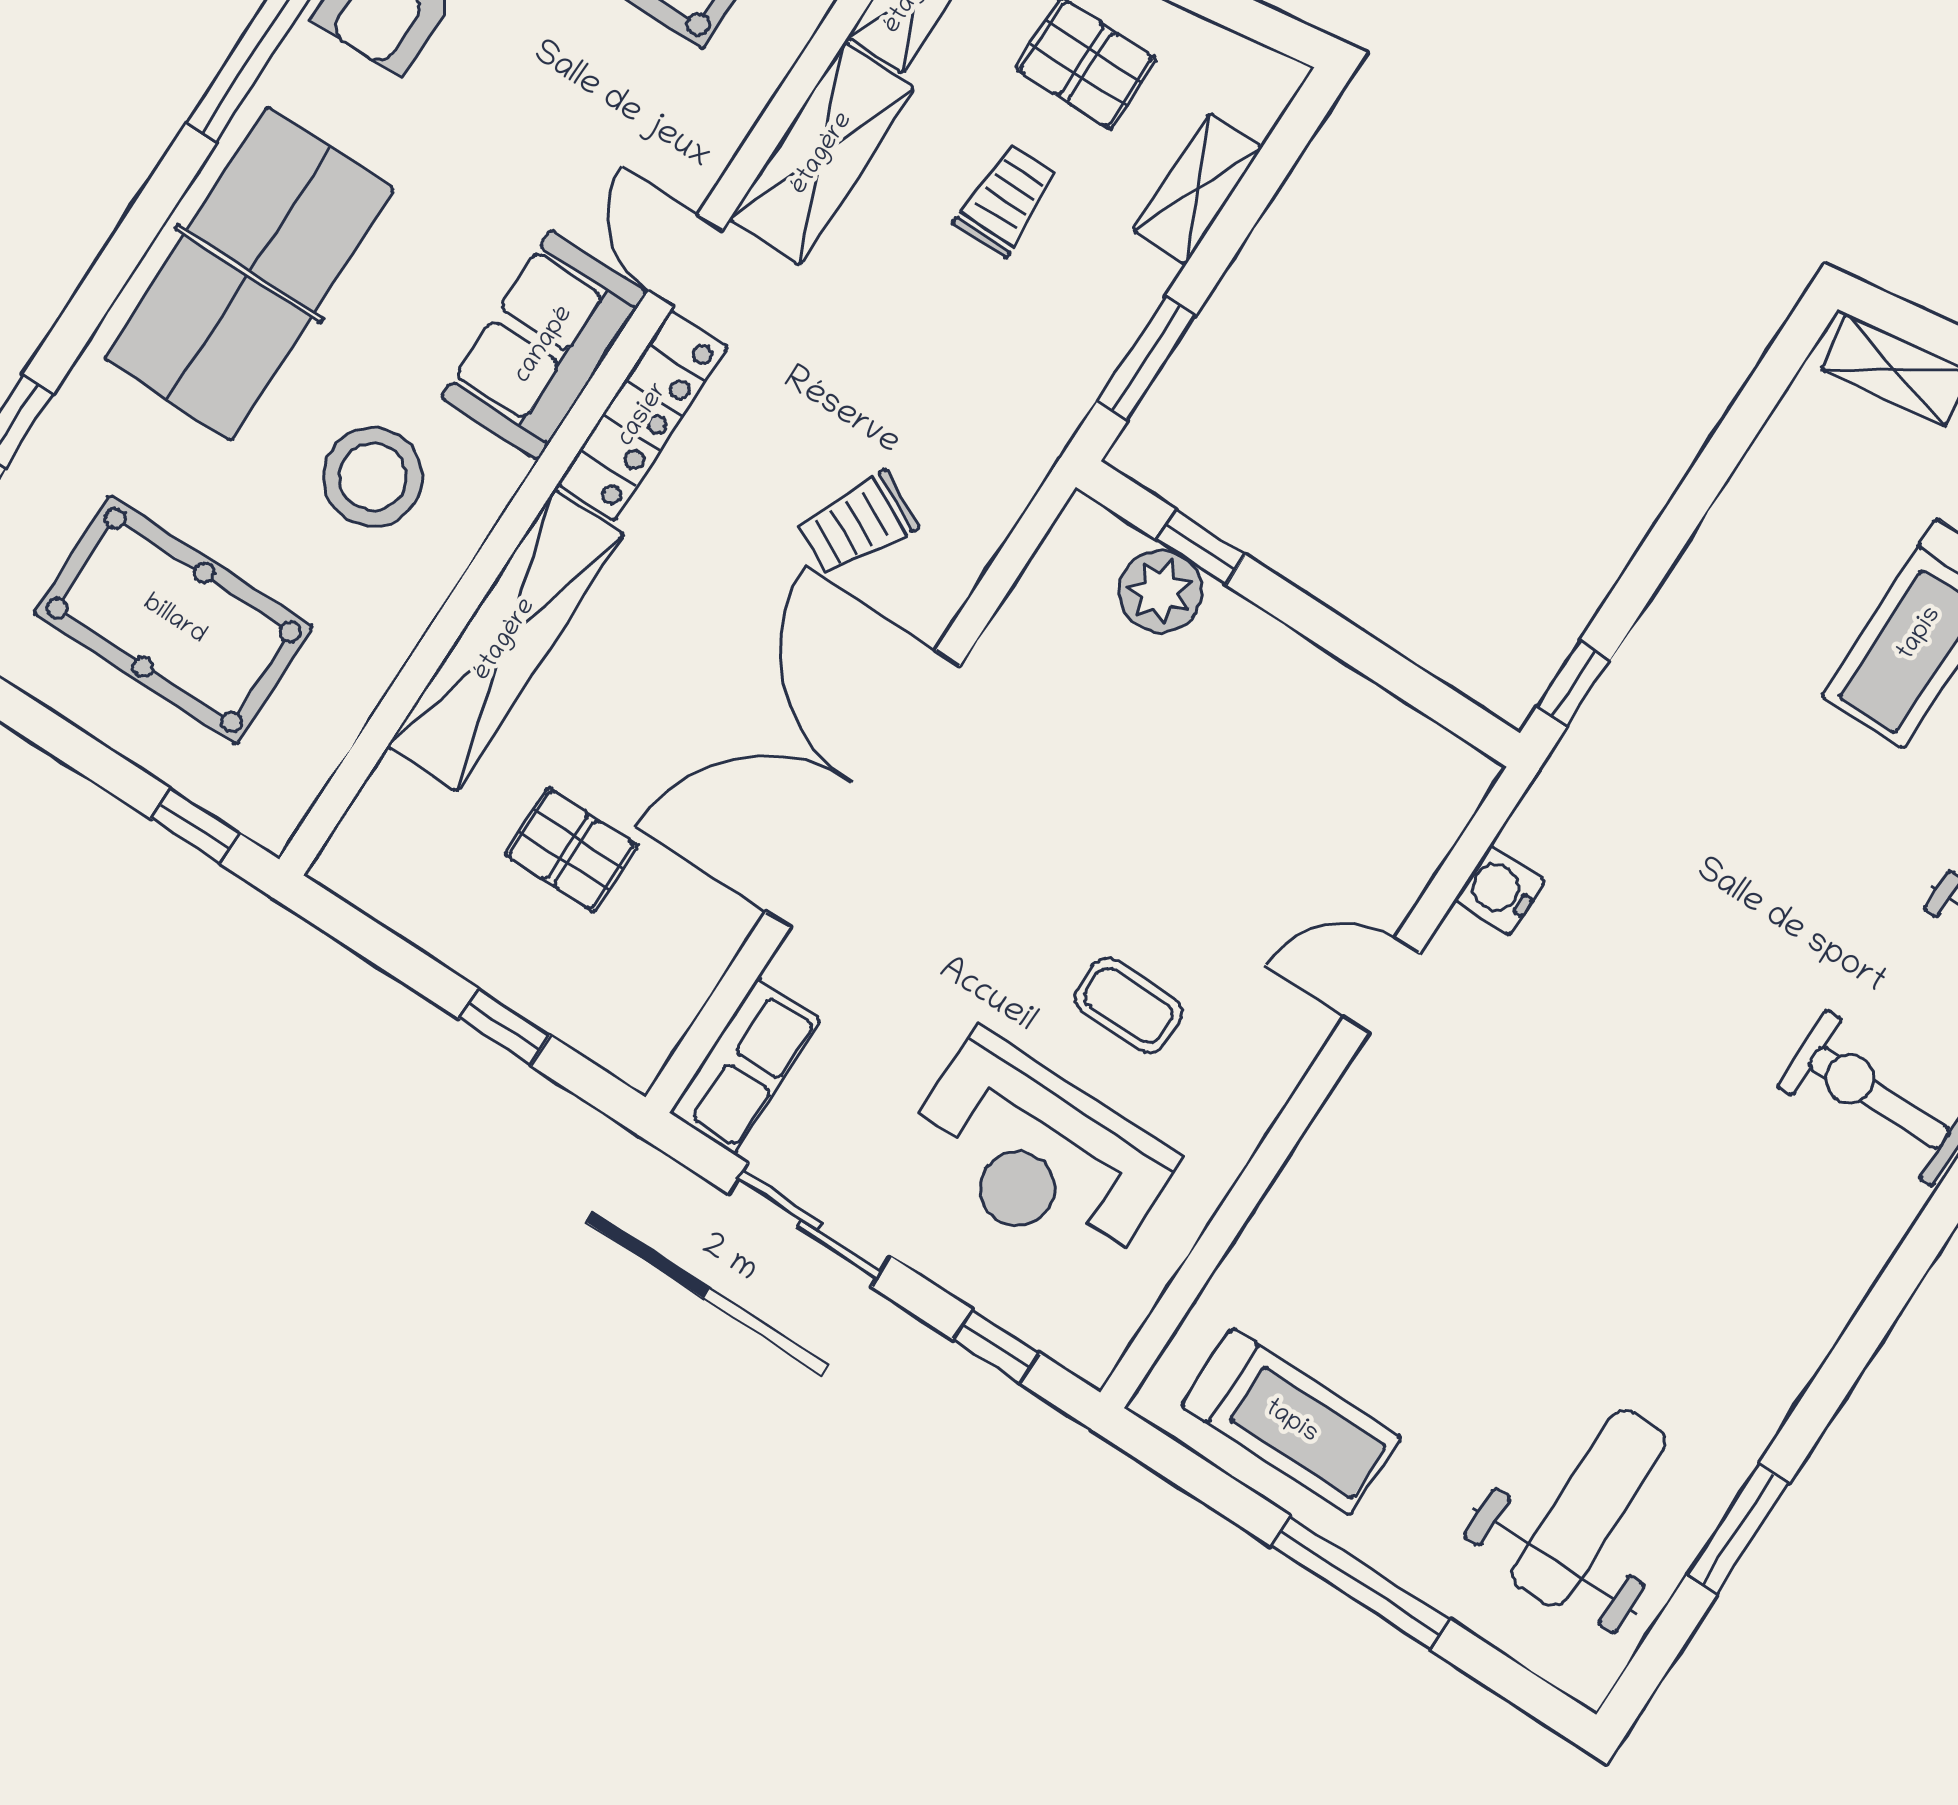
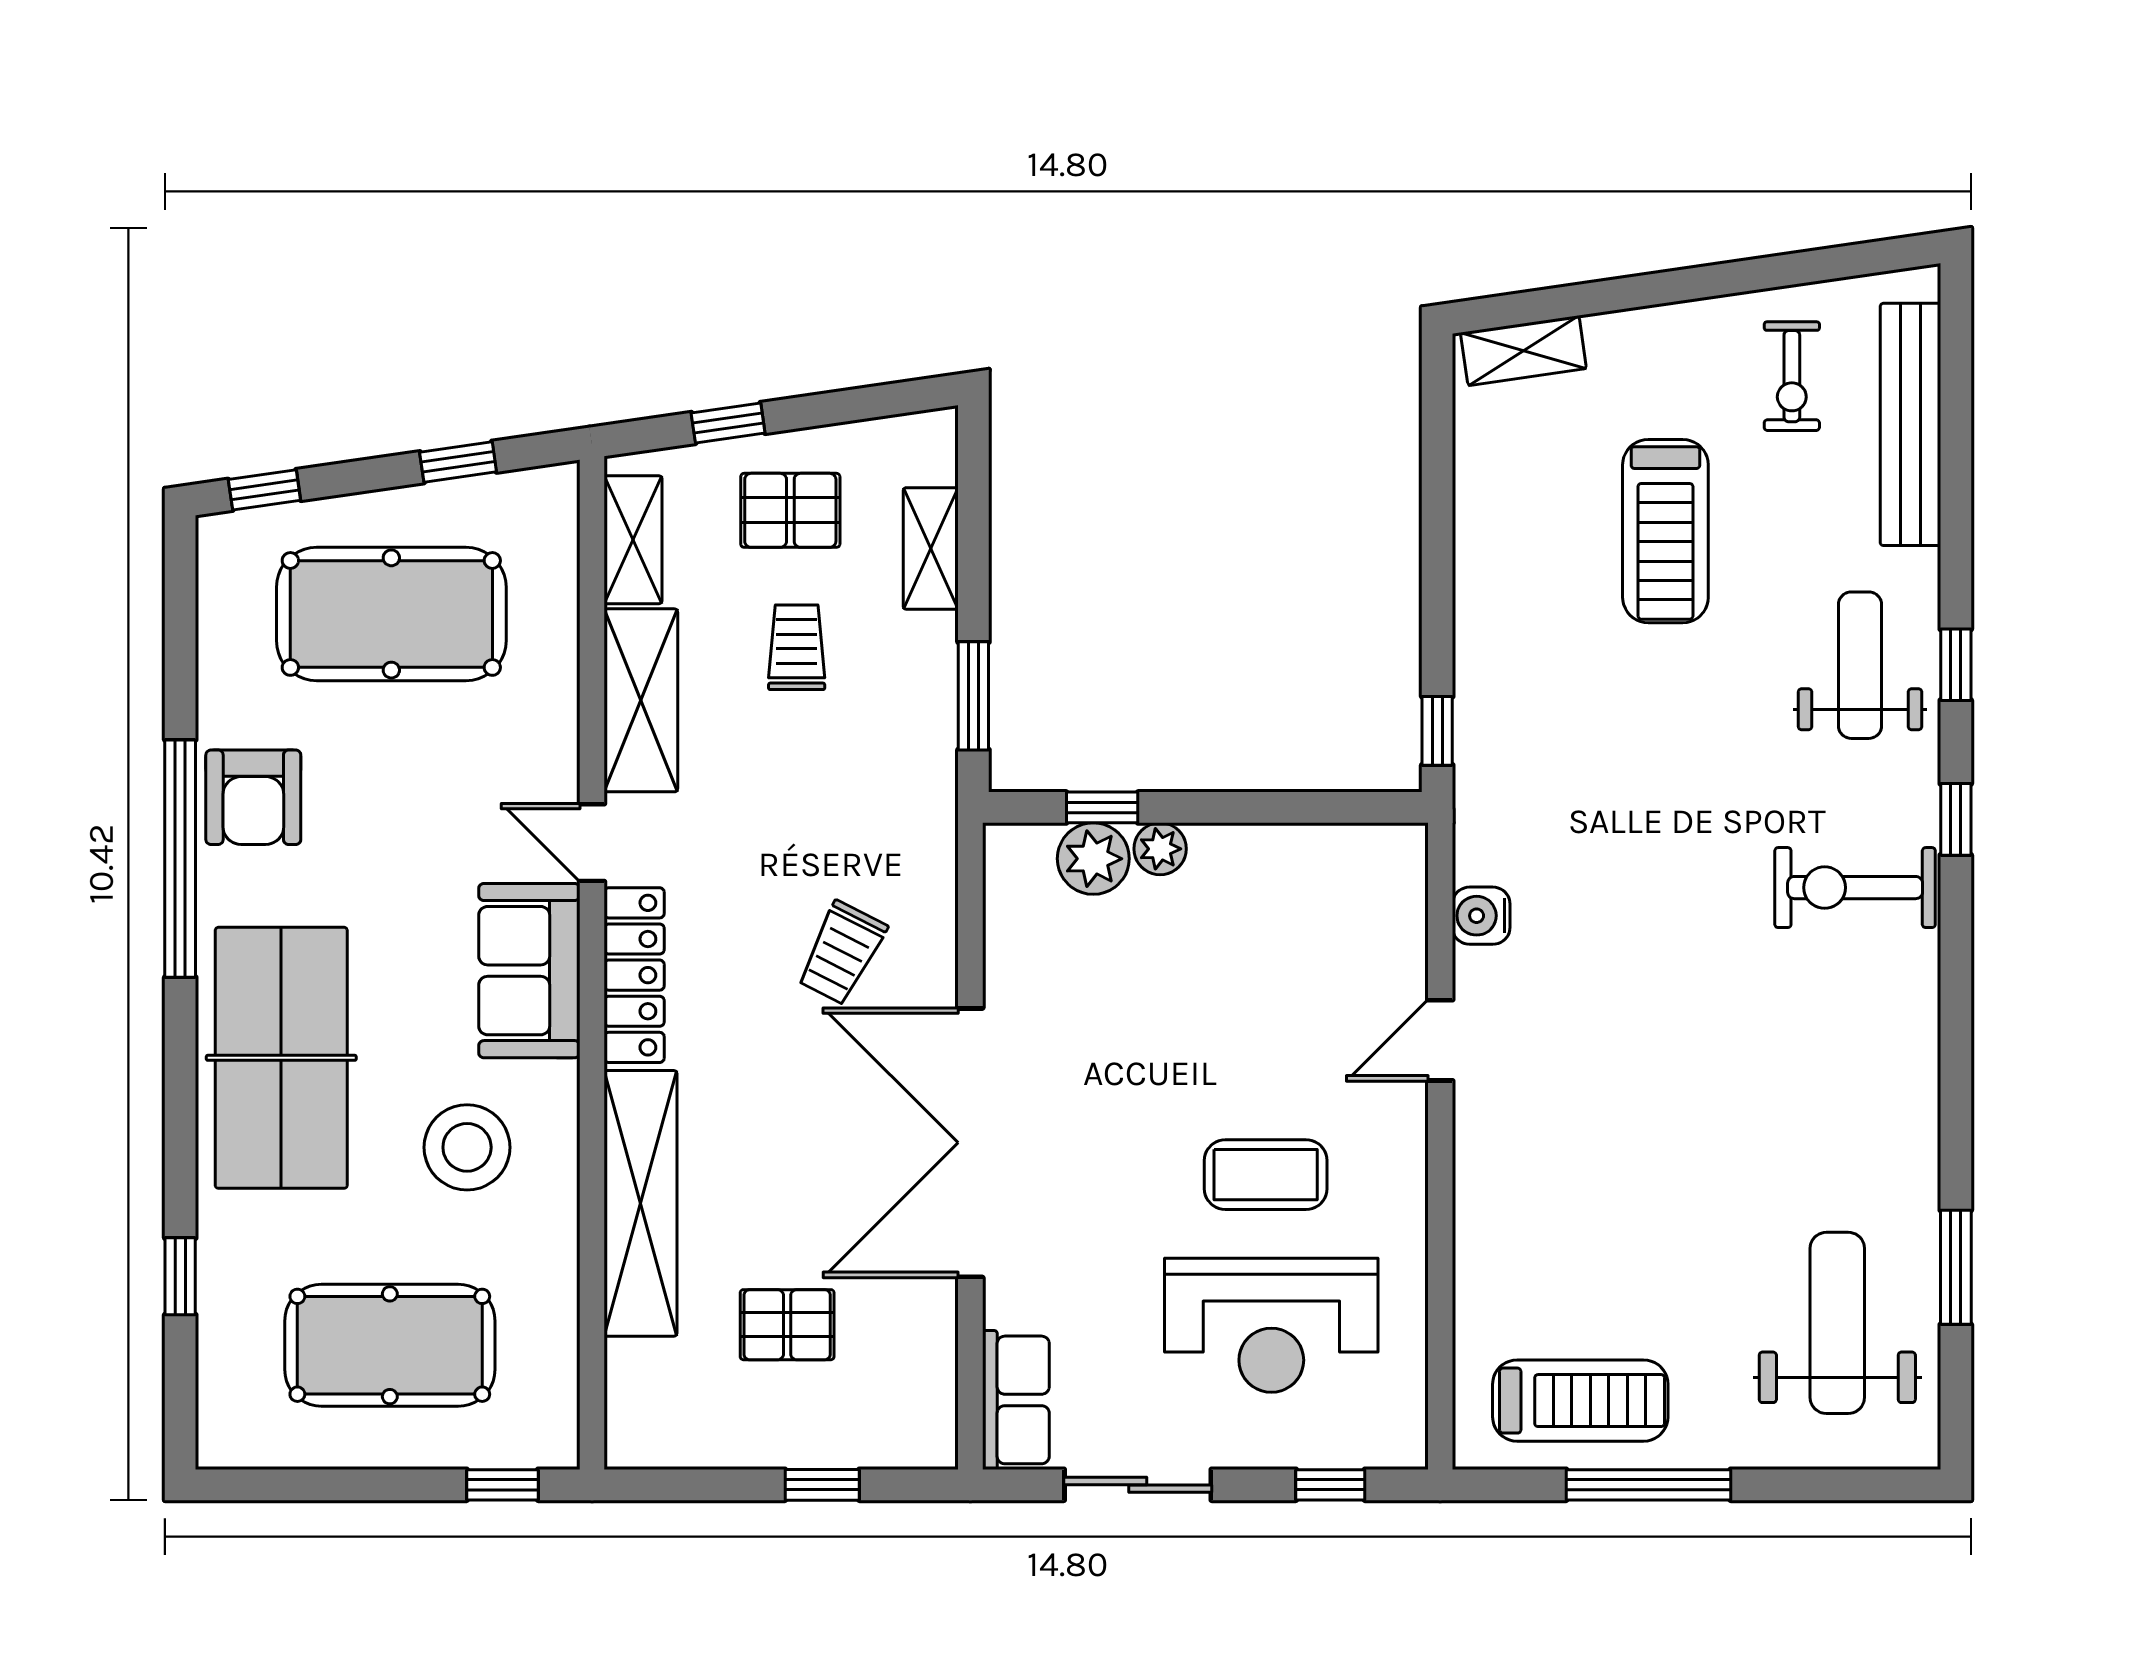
plant: (1231, 624) -> (1160, 849), added
coffee table: (1128, 1005) -> (1266, 1175), width x1.36, depth x1.30
window: (1360, 1583) -> (1648, 1485), moved

